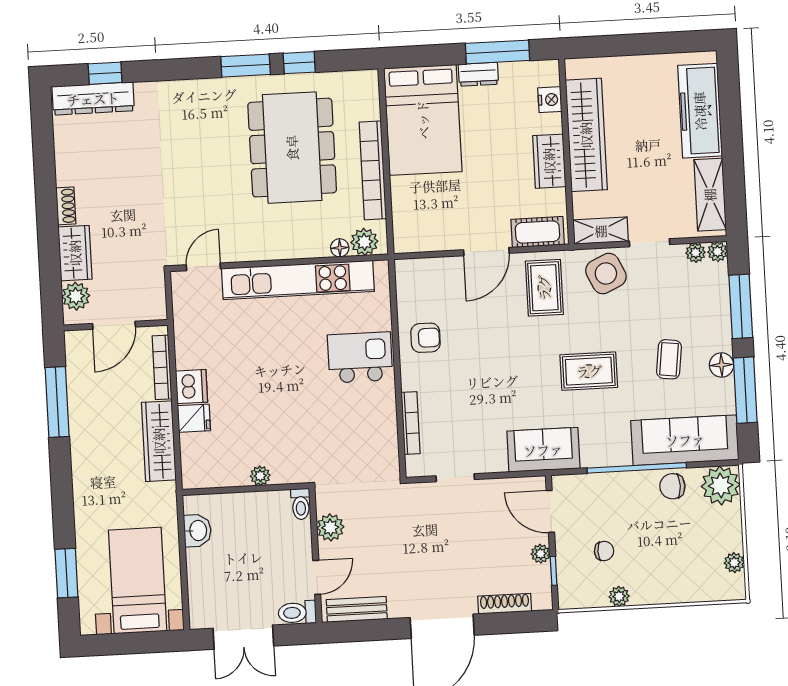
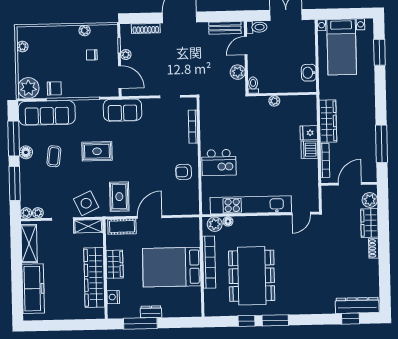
bed: (423, 120) -> (172, 267), moved, turned -90

